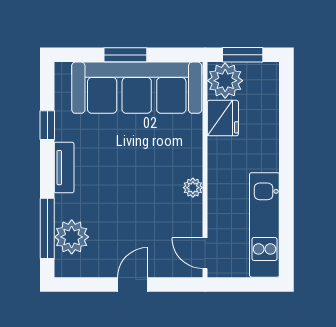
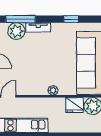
tv unit: (64, 168) -> (38, 27), moved
plant: (193, 188) -> (53, 90), moved

